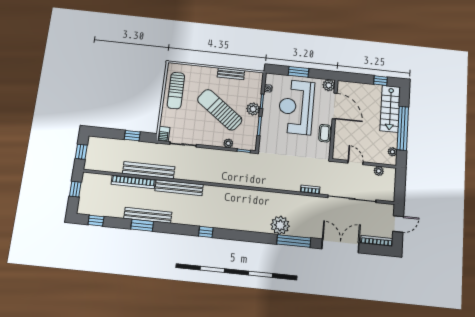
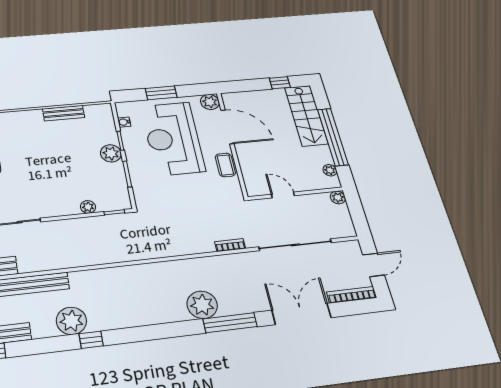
sun lounger: (220, 110) -> (61, 164), removed
plant: (379, 171) -> (338, 197), moved
plant: (197, 217) -> (71, 321), added

